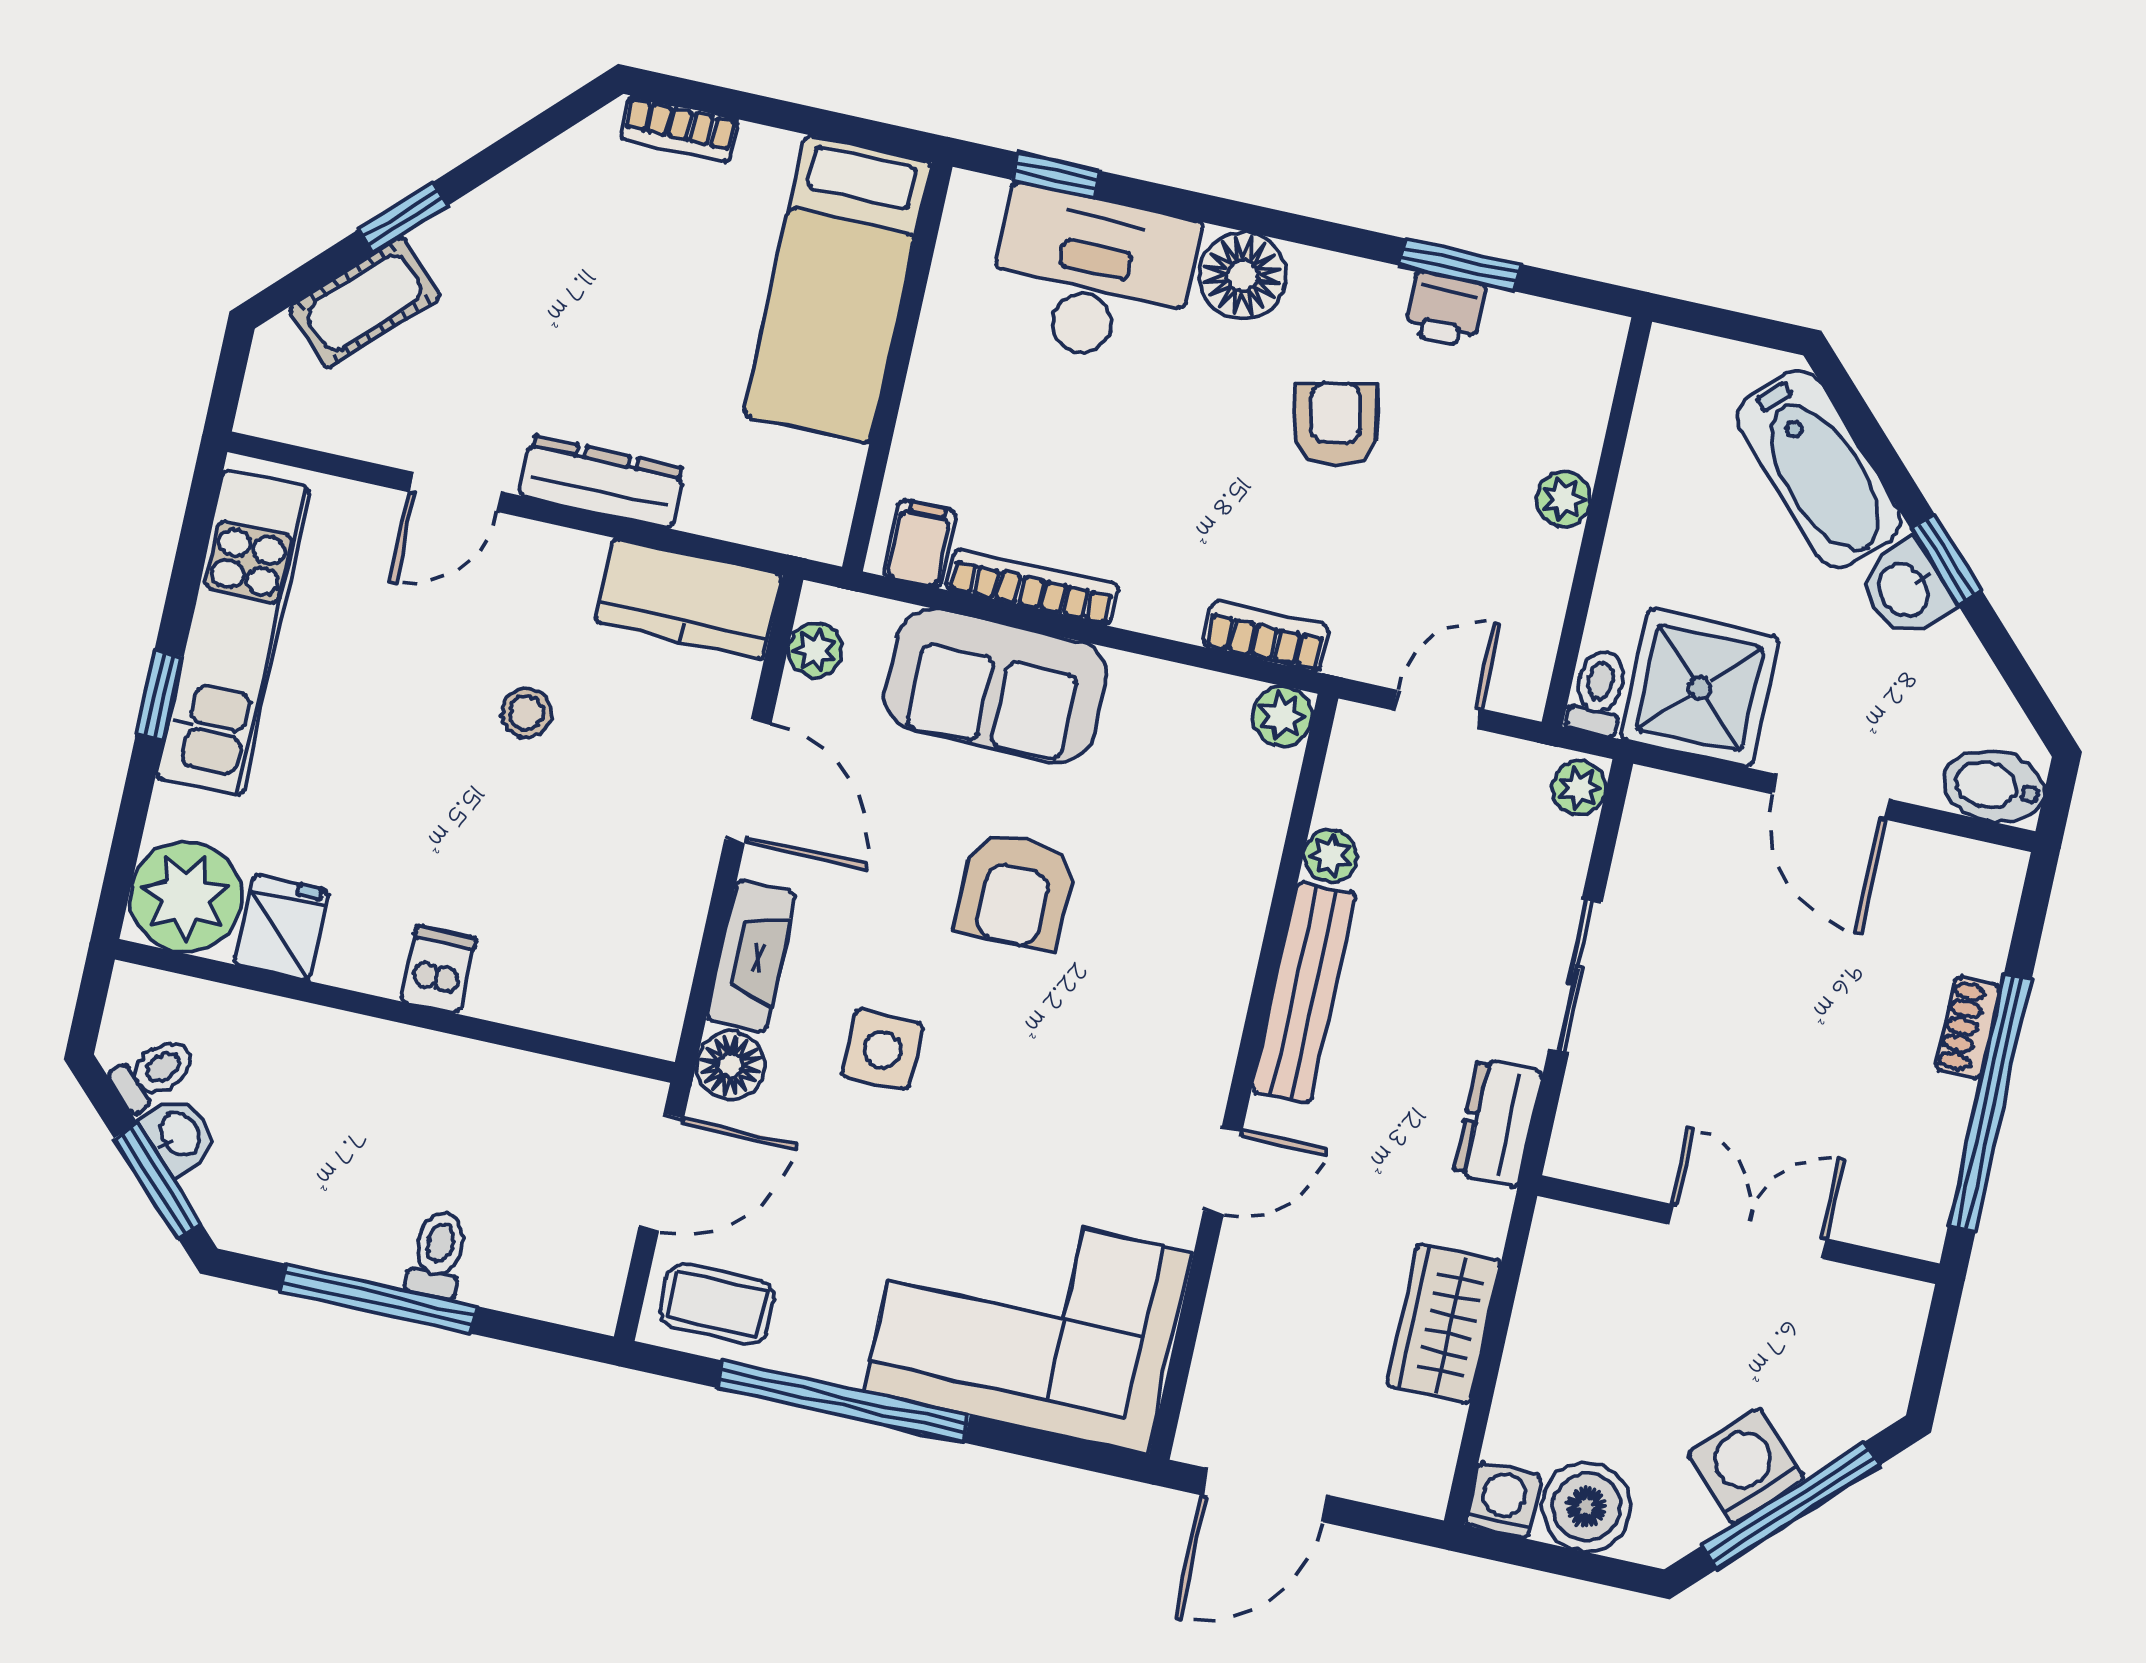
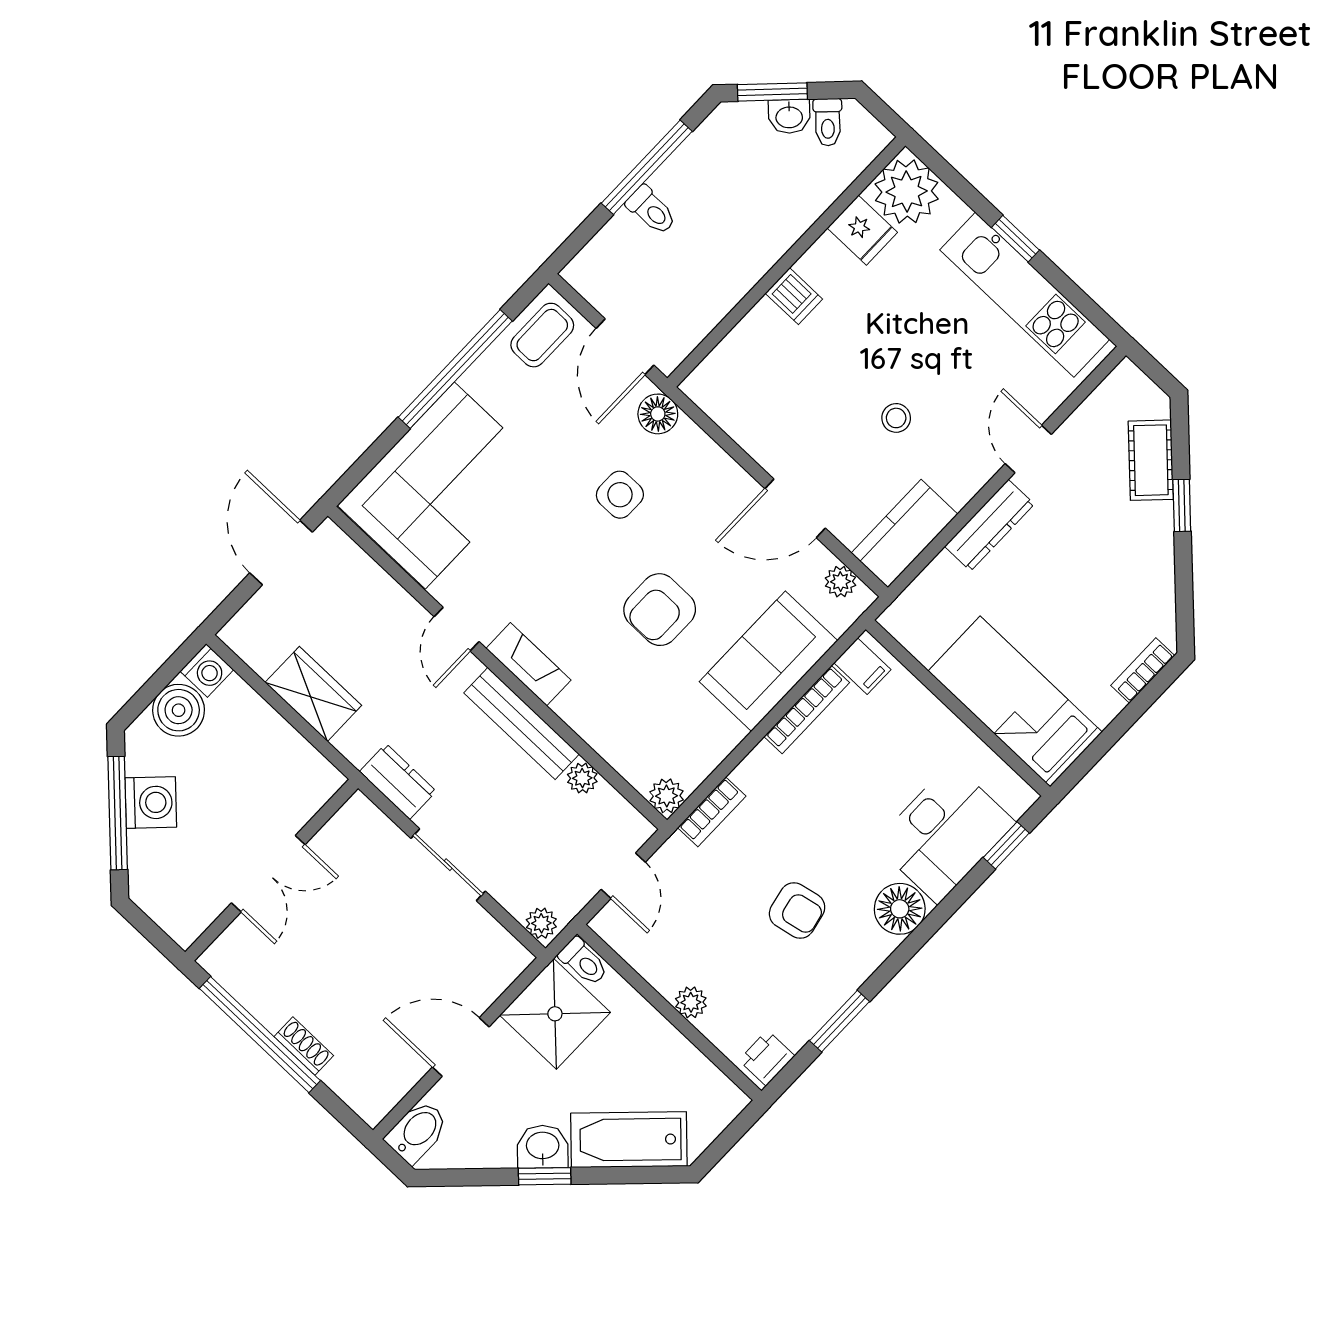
printer: (1445, 309) -> (767, 1058), moved
armchair: (1015, 890) -> (660, 610), turned -90
fireplace: (751, 956) -> (529, 664), moved, turned 180

